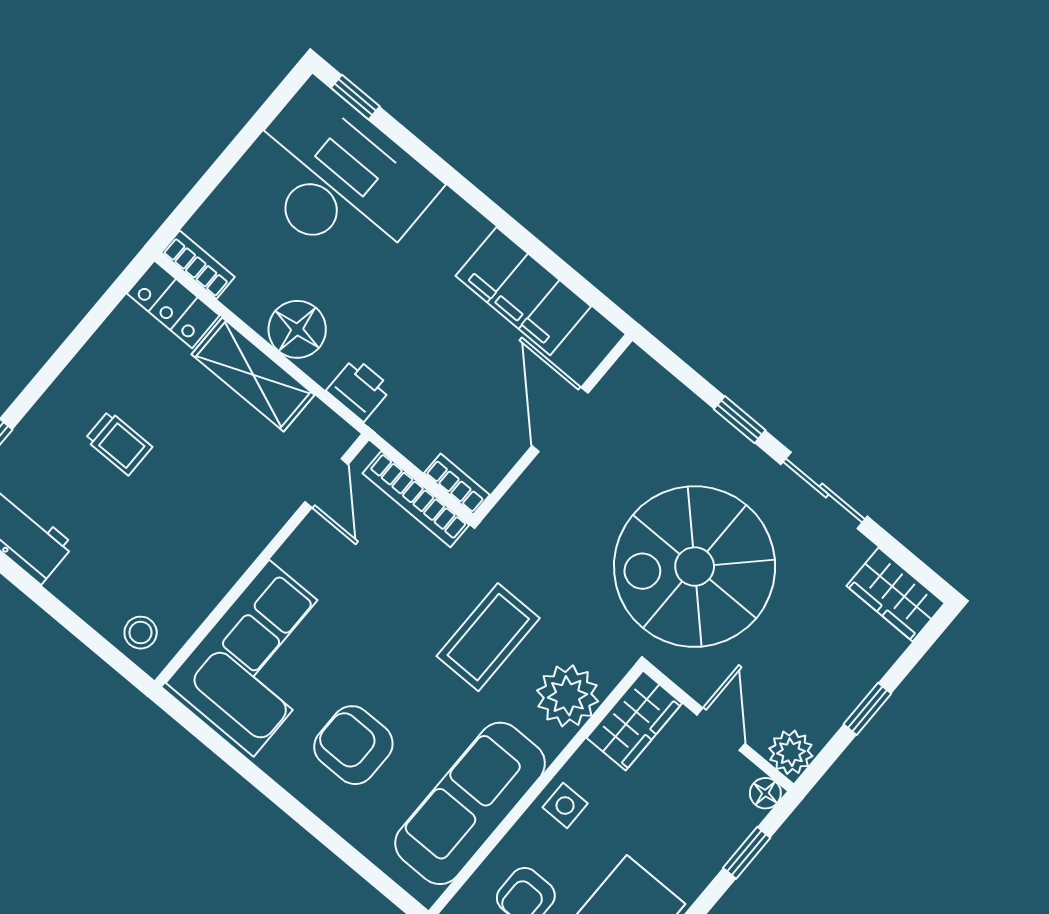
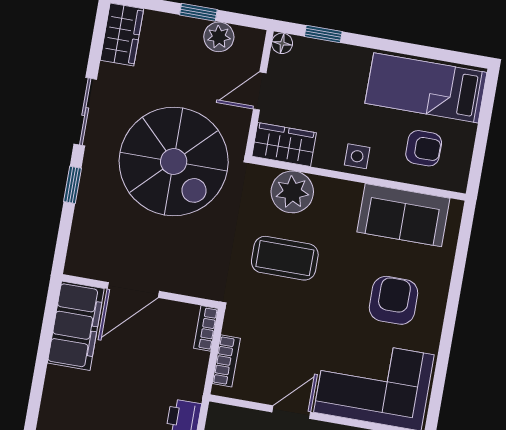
filing cabinet: (523, 291) -> (76, 326), moved
door: (327, 483) -> (291, 412), moved
bookcase: (416, 499) -> (226, 361), width x0.64
armchair: (353, 745) -> (393, 300), turned 180
plant: (791, 752) -> (219, 37), moved
sofa: (470, 803) -> (403, 215), width x0.73

